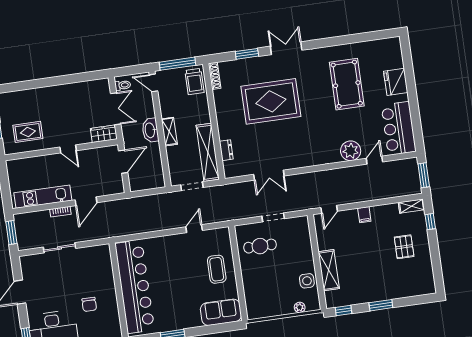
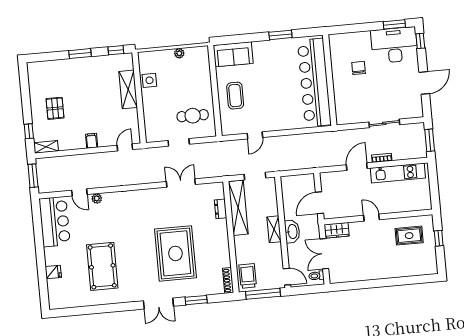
fridge: (396, 82) -> (53, 272), width x0.53, depth x0.75
rug: (271, 101) -> (175, 253), turned 90
plant: (351, 151) -> (97, 198), width x0.53, depth x0.53
door: (374, 160) -> (79, 192), hinge flipped
plant: (300, 307) -> (179, 53), moved

